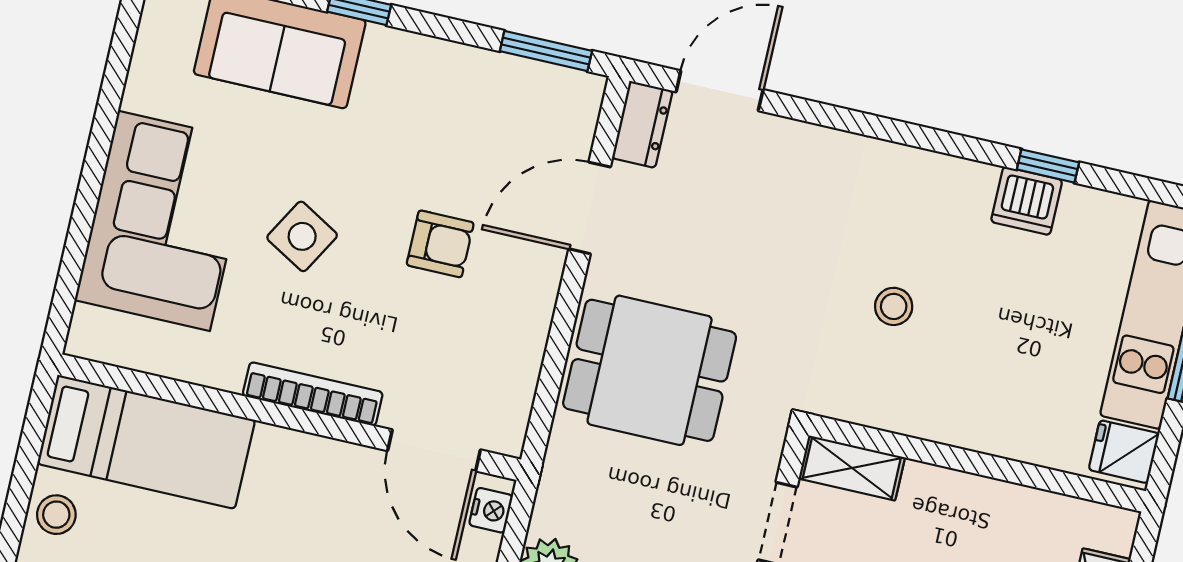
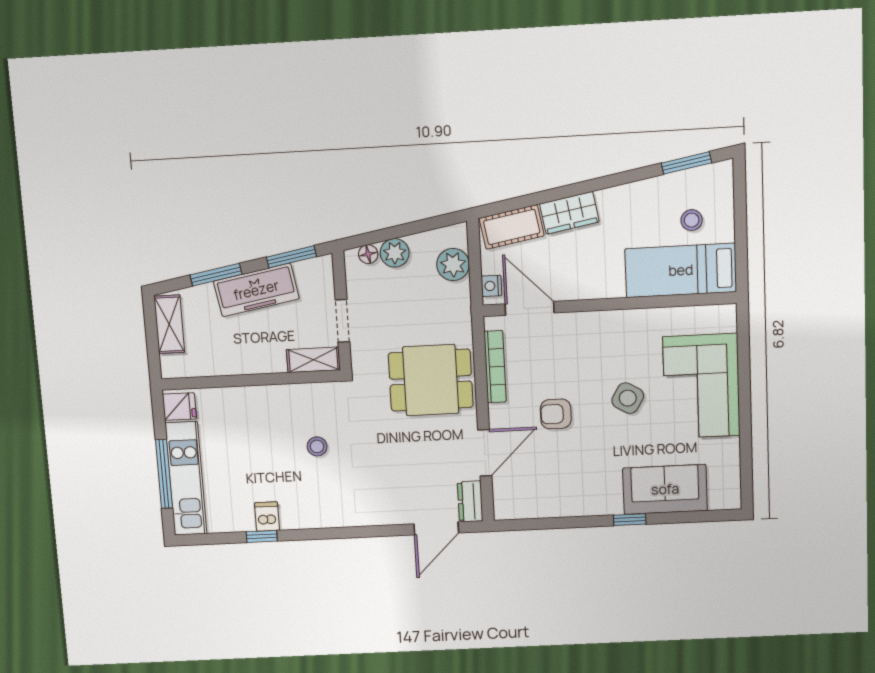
window: (546, 51) -> (529, 524), removed
dishwasher: (1027, 201) -> (267, 517), width x0.73
bookcase: (313, 394) -> (495, 367), moved, turned -90
stool: (56, 515) -> (692, 220), moved

